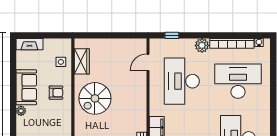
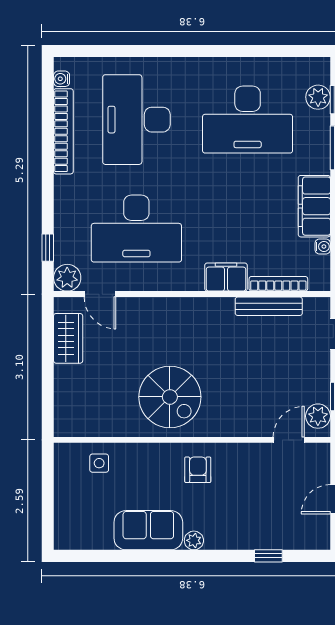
fireplace: (29, 44) -> (65, 524), removed
plant: (202, 45) -> (67, 278), moved
wardrobe: (82, 61) -> (68, 338), moved, turned 90
armchair: (56, 93) -> (198, 470), moved

